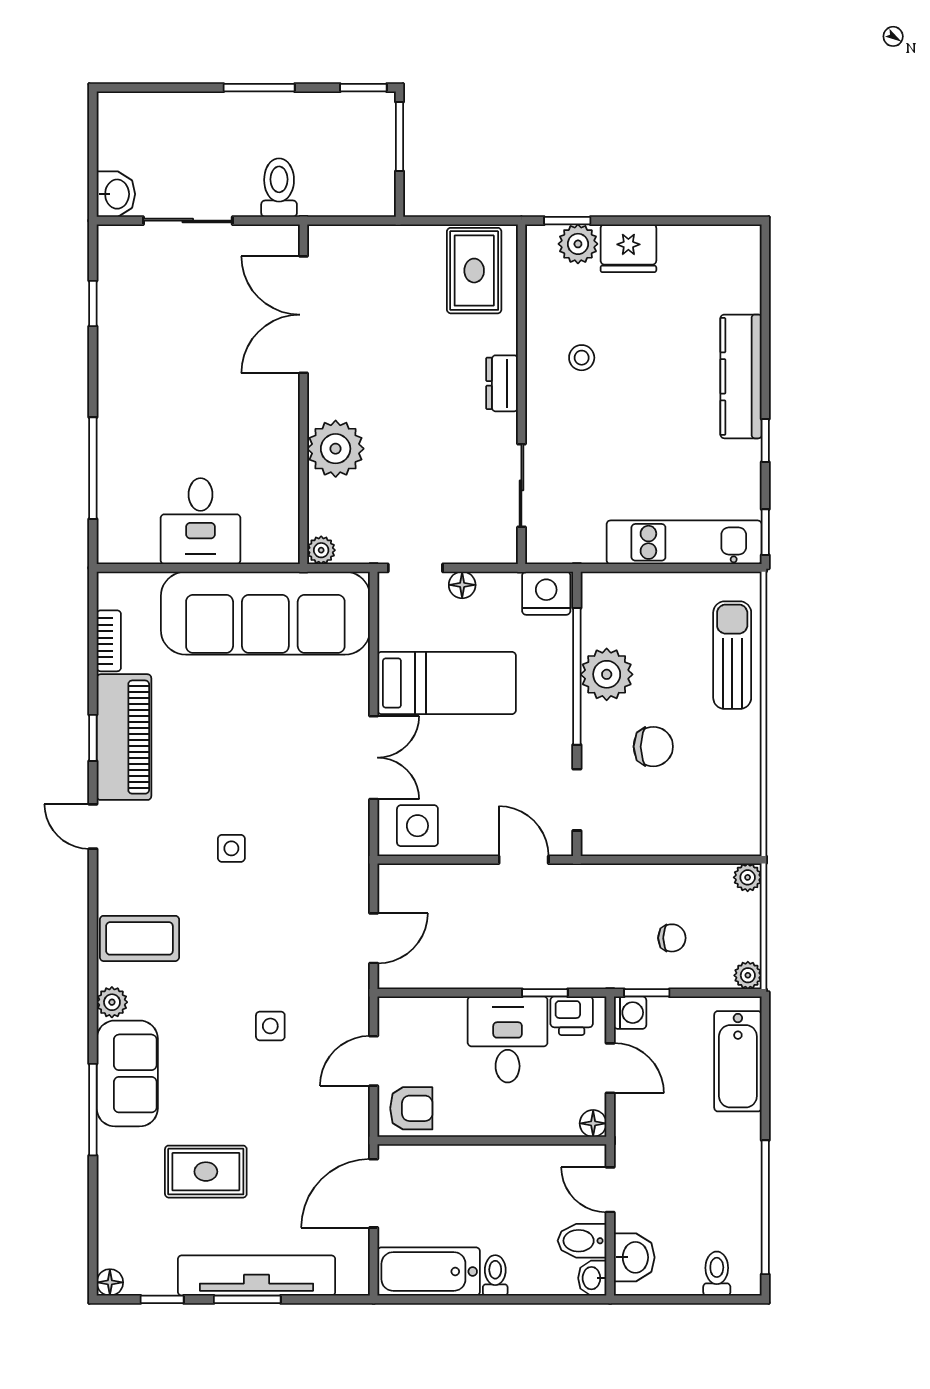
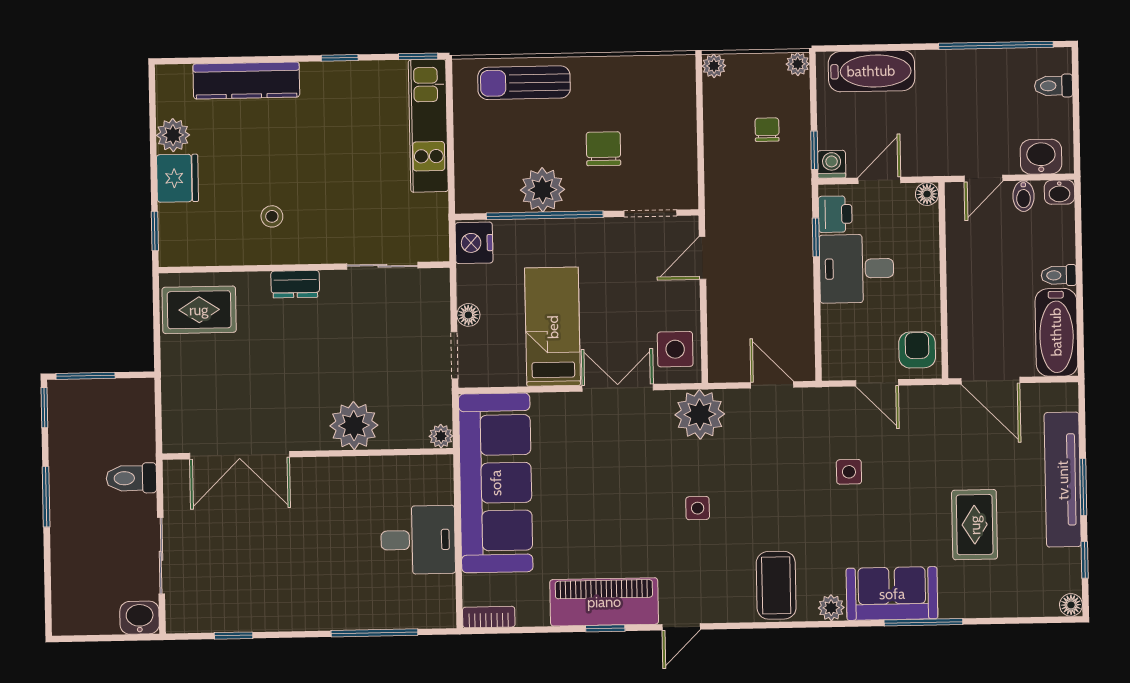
plant: (578, 244) -> (173, 135), moved
kitchen counter: (741, 376) -> (246, 80), moved
bookcase: (109, 641) -> (489, 617), moved
plant: (341, 853) -> (700, 414), added
bidet: (582, 1241) -> (1023, 196), width x0.72, depth x0.74

